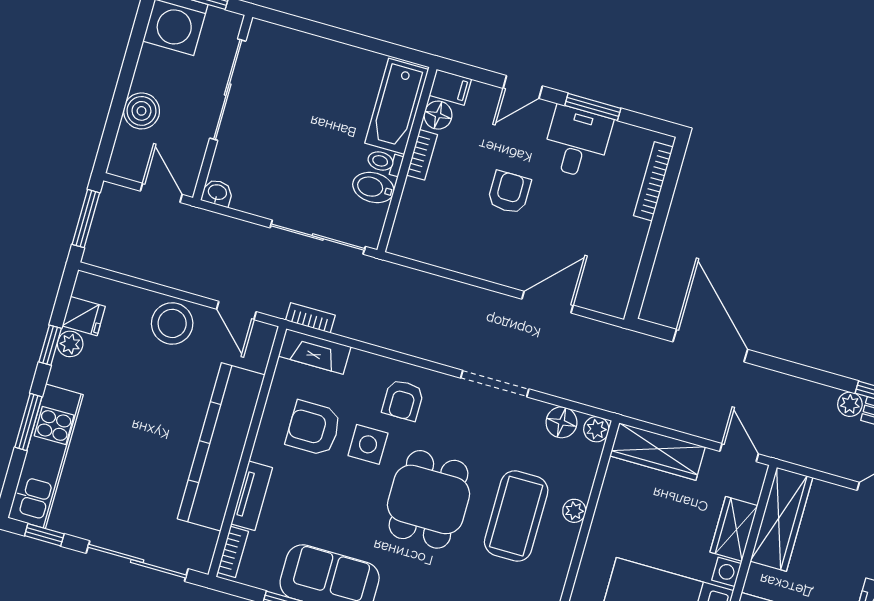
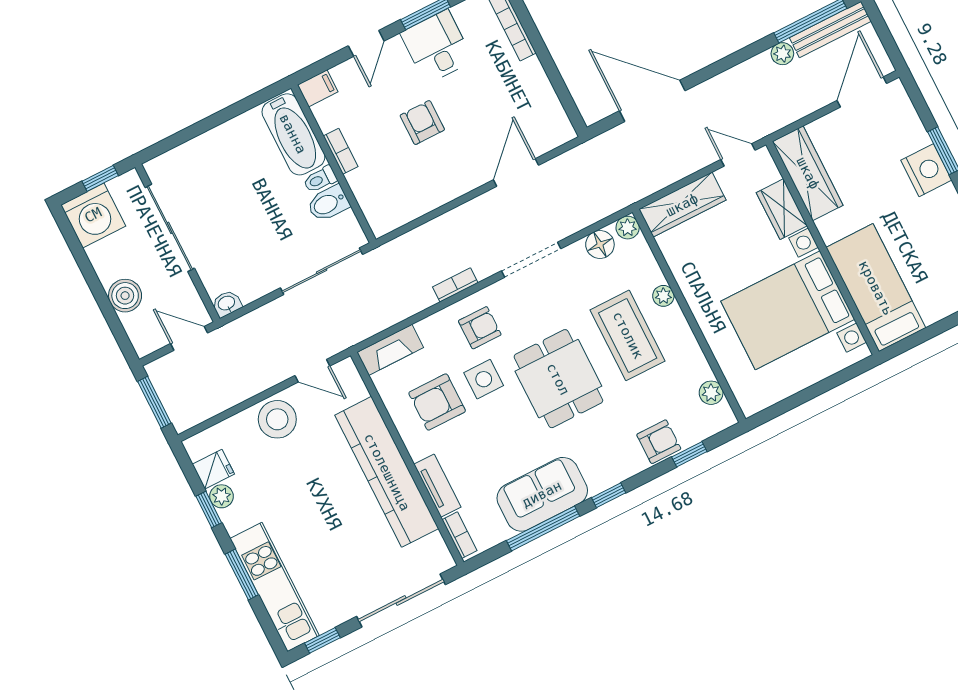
floor lamp: (438, 115) -> (327, 115), removed
bookcase: (310, 318) -> (455, 285), moved
armchair: (403, 400) -> (480, 328), turned -90

